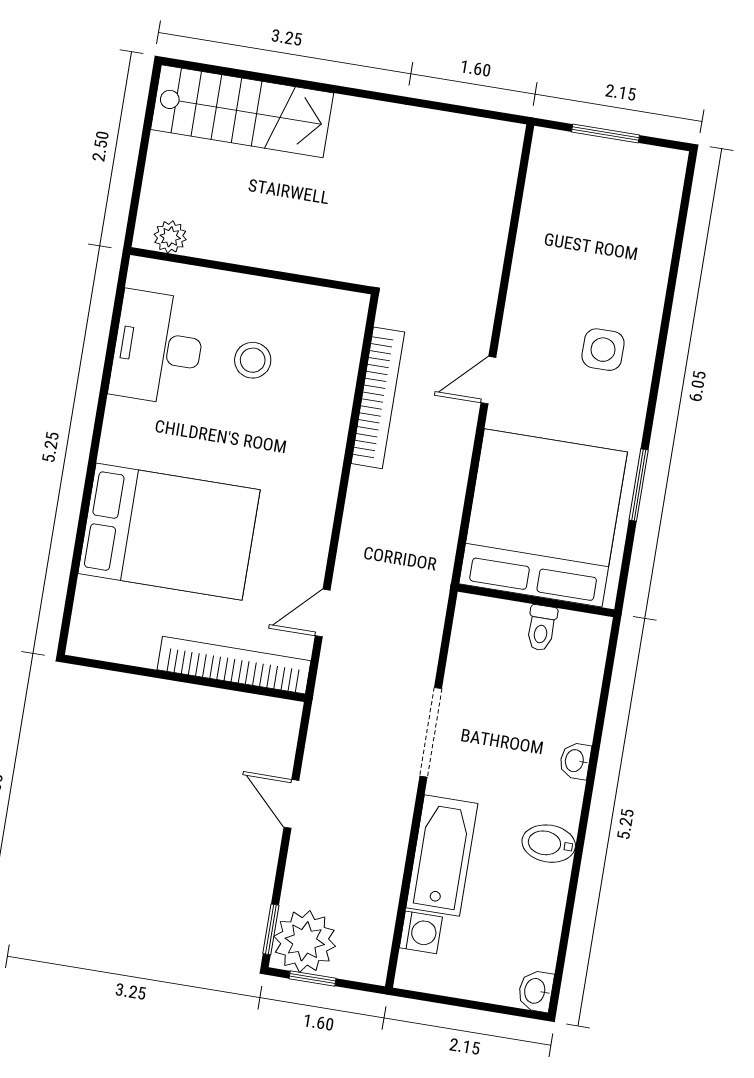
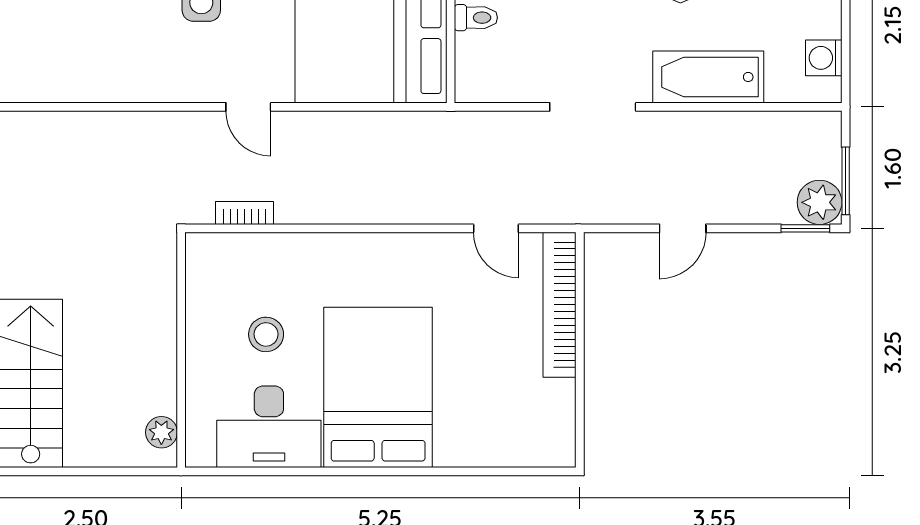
bookcase: (378, 398) -> (244, 213), width x0.43, depth x0.76
bed: (169, 532) -> (378, 387), moved
washing machine: (421, 932) -> (824, 58), moved, turned -90
plant: (305, 941) -> (820, 202), width x0.73, depth x0.73
window: (313, 978) -> (846, 181), width x1.50

